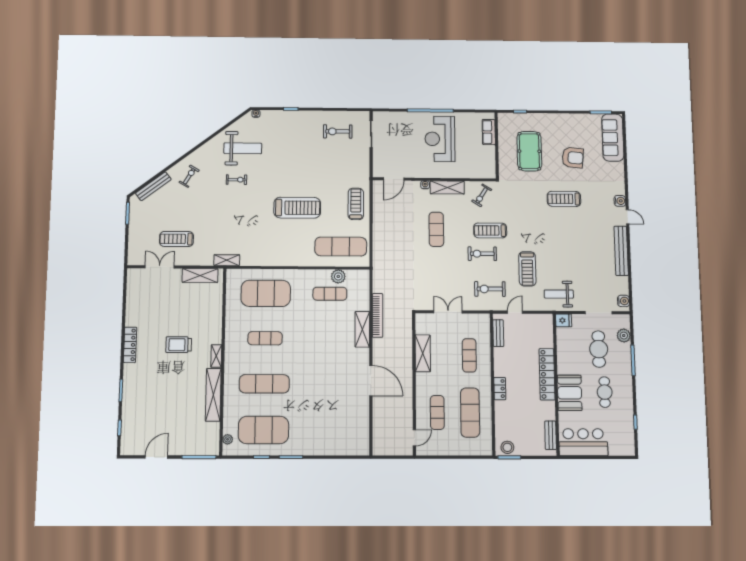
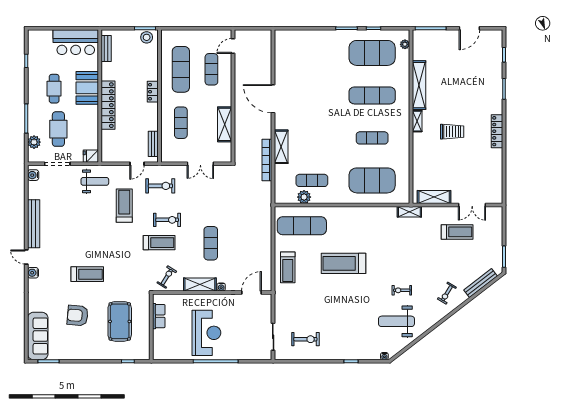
row of seats: (489, 132) -> (159, 316), moved

